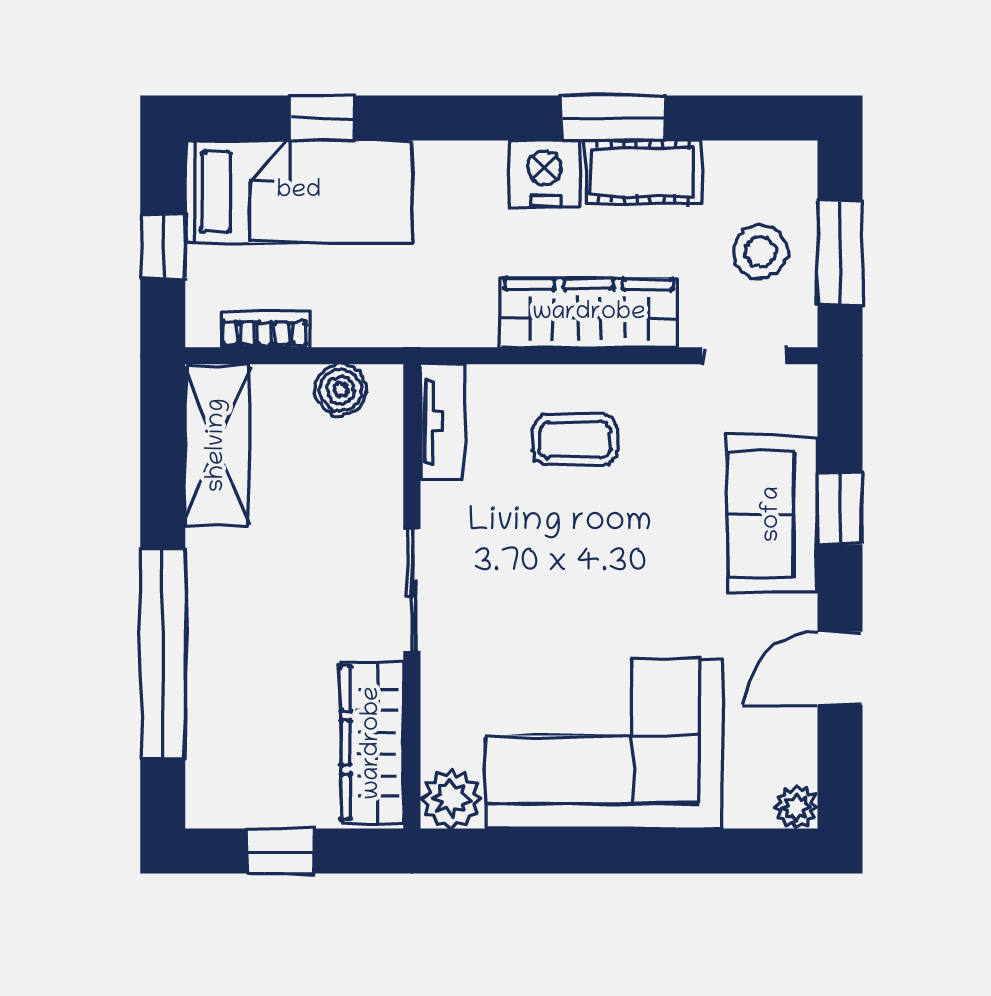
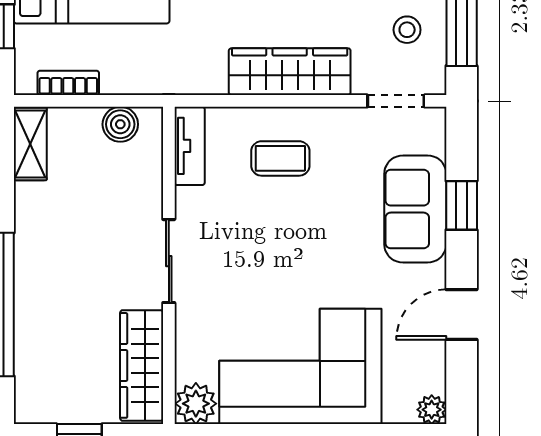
stool: (760, 252) -> (407, 30), width x0.73, depth x0.73
shelving: (217, 445) -> (30, 144), width x0.67, depth x0.75

